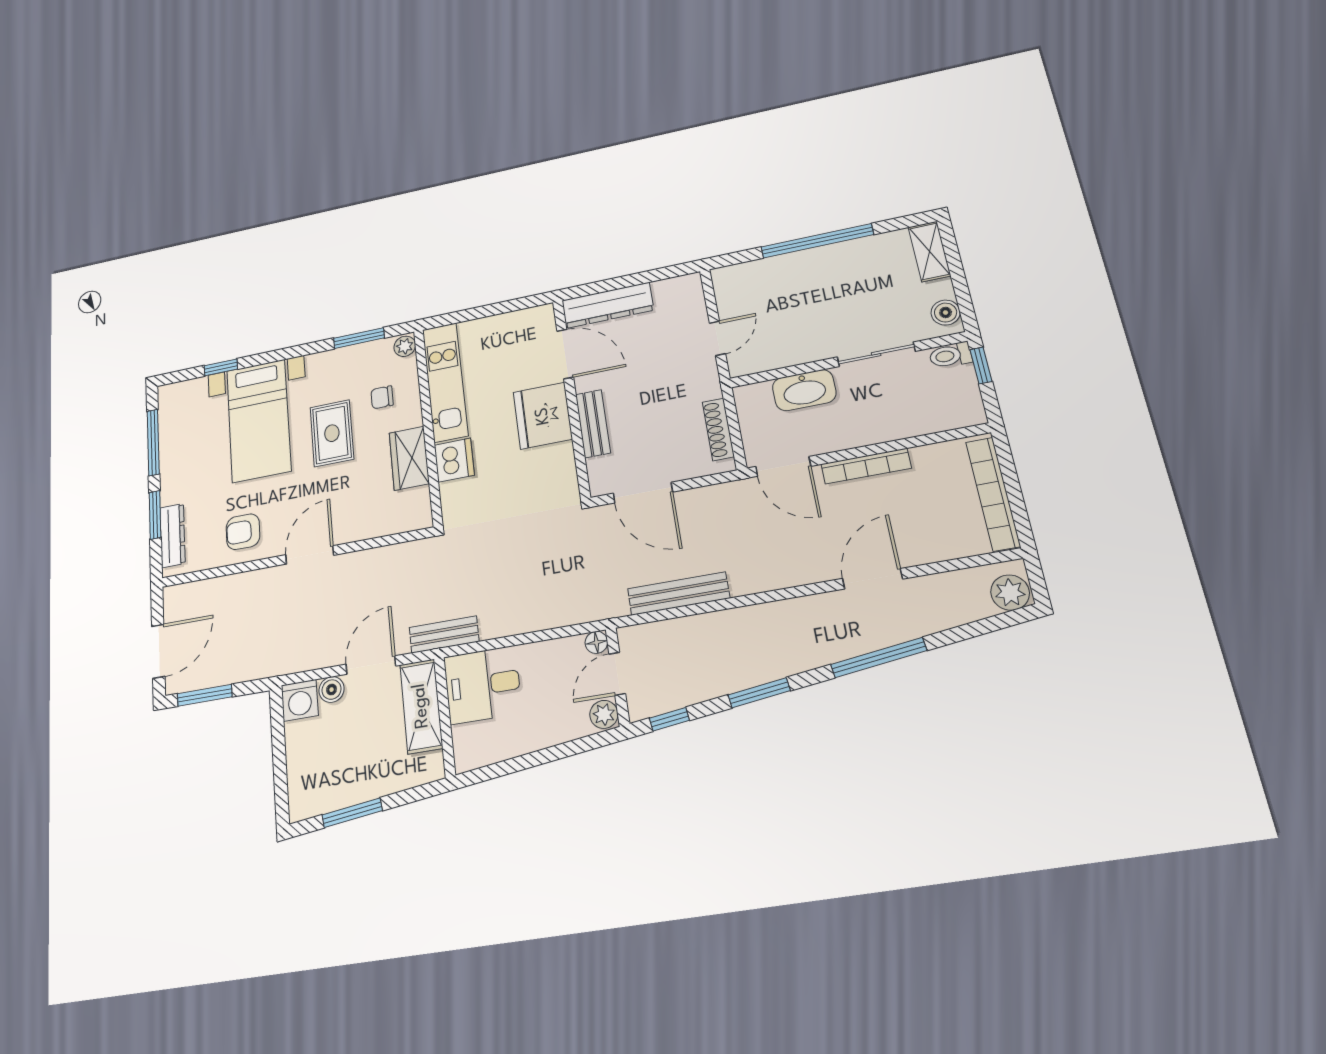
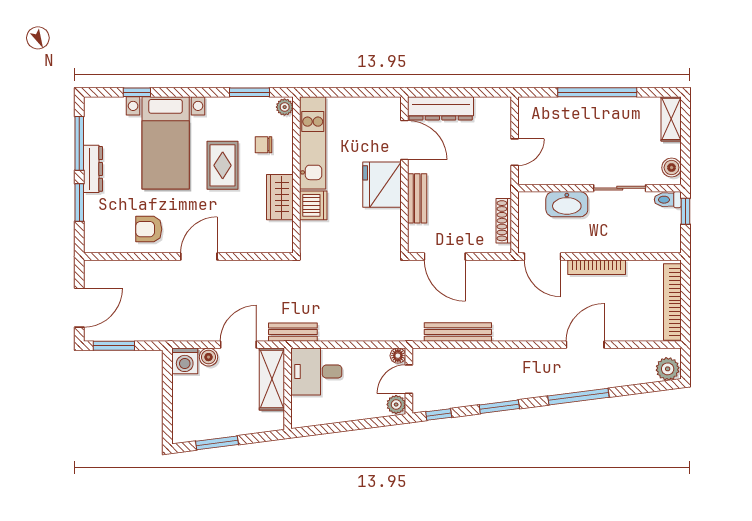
dresser: (173, 535) -> (93, 169), moved

